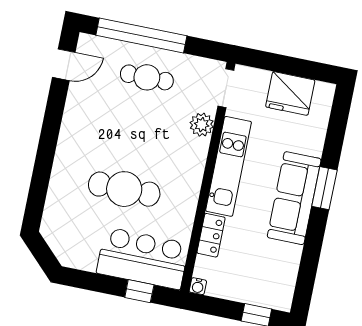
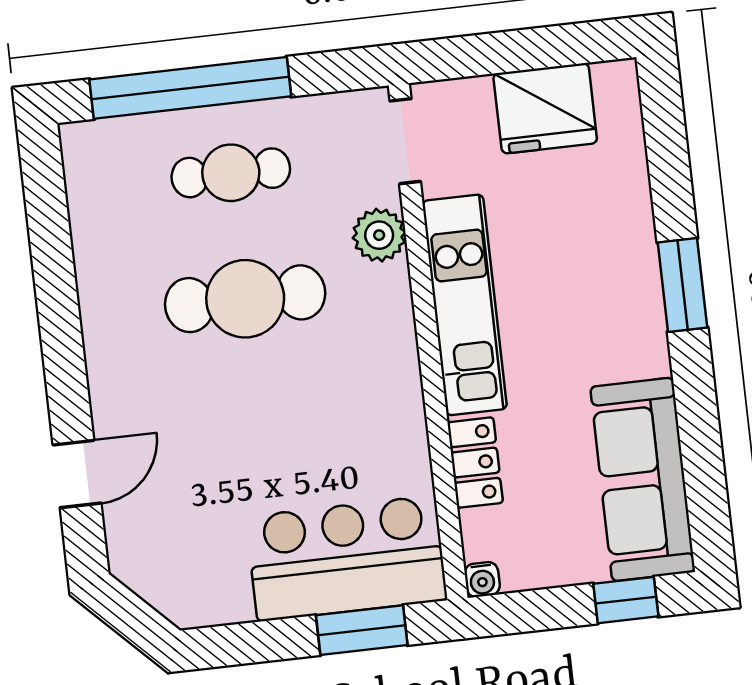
door: (64, 65) -> (77, 474), moved
cafe table: (124, 189) -> (245, 299), moved
sofa: (294, 198) -> (643, 479), moved
window: (139, 291) -> (362, 630), width x1.50

